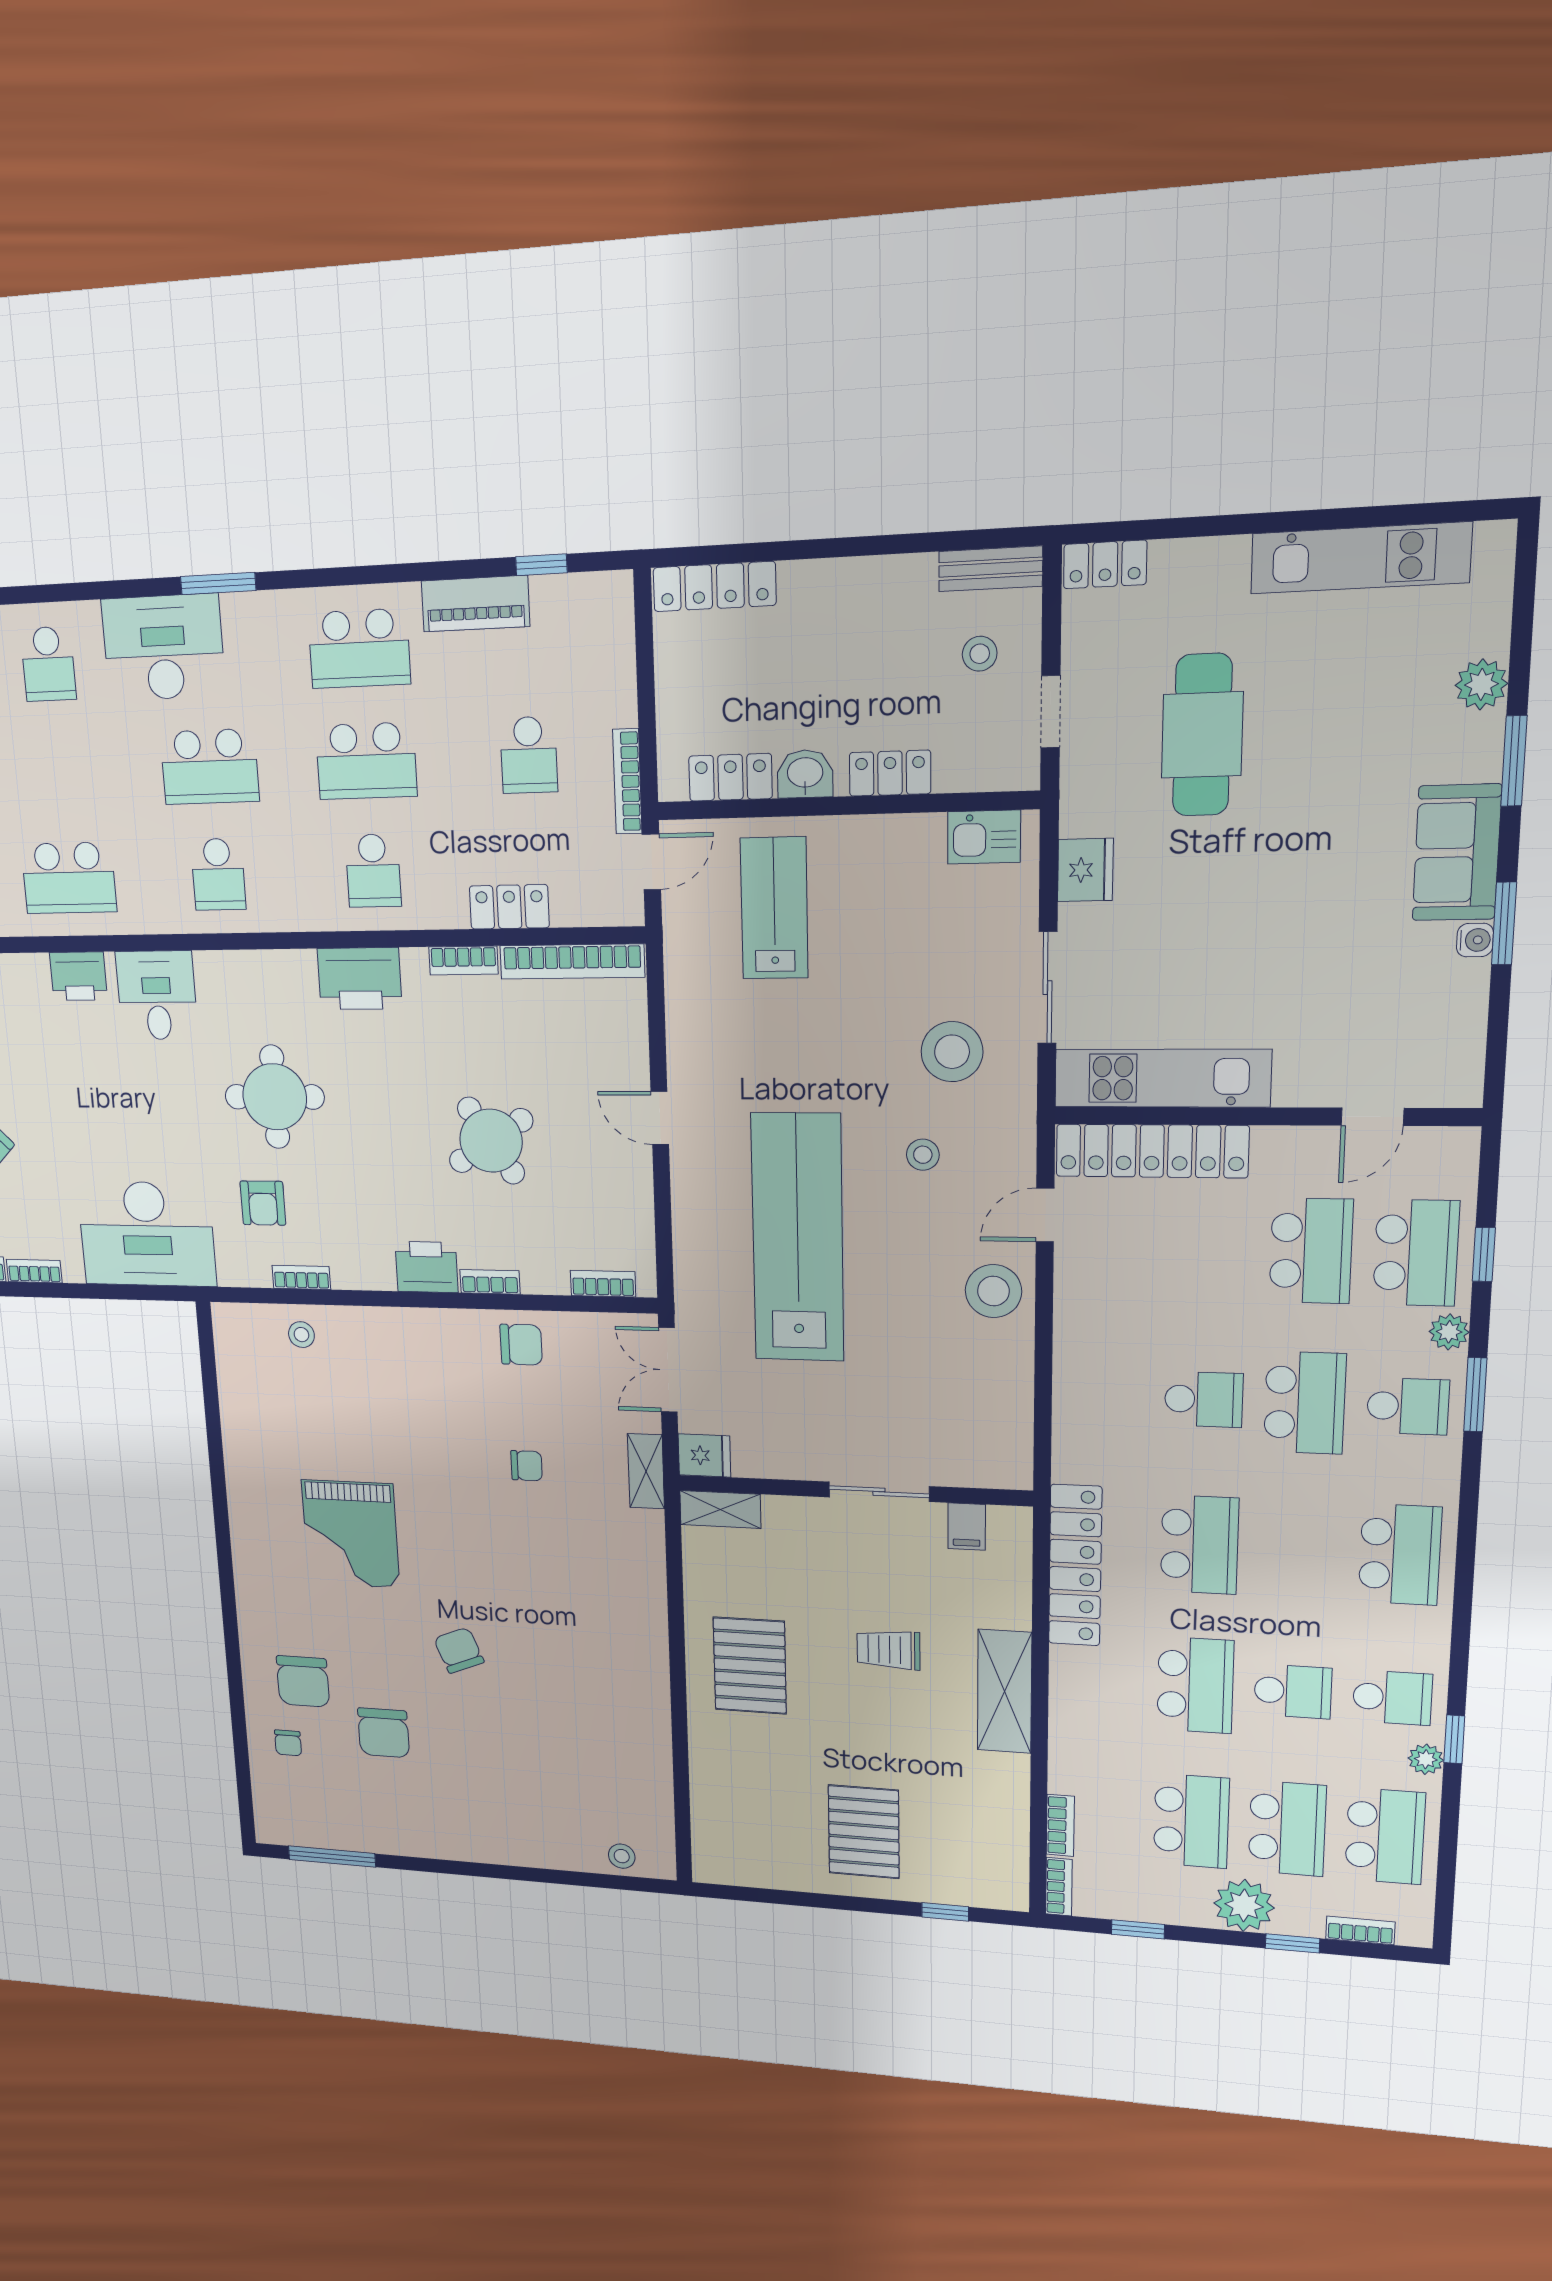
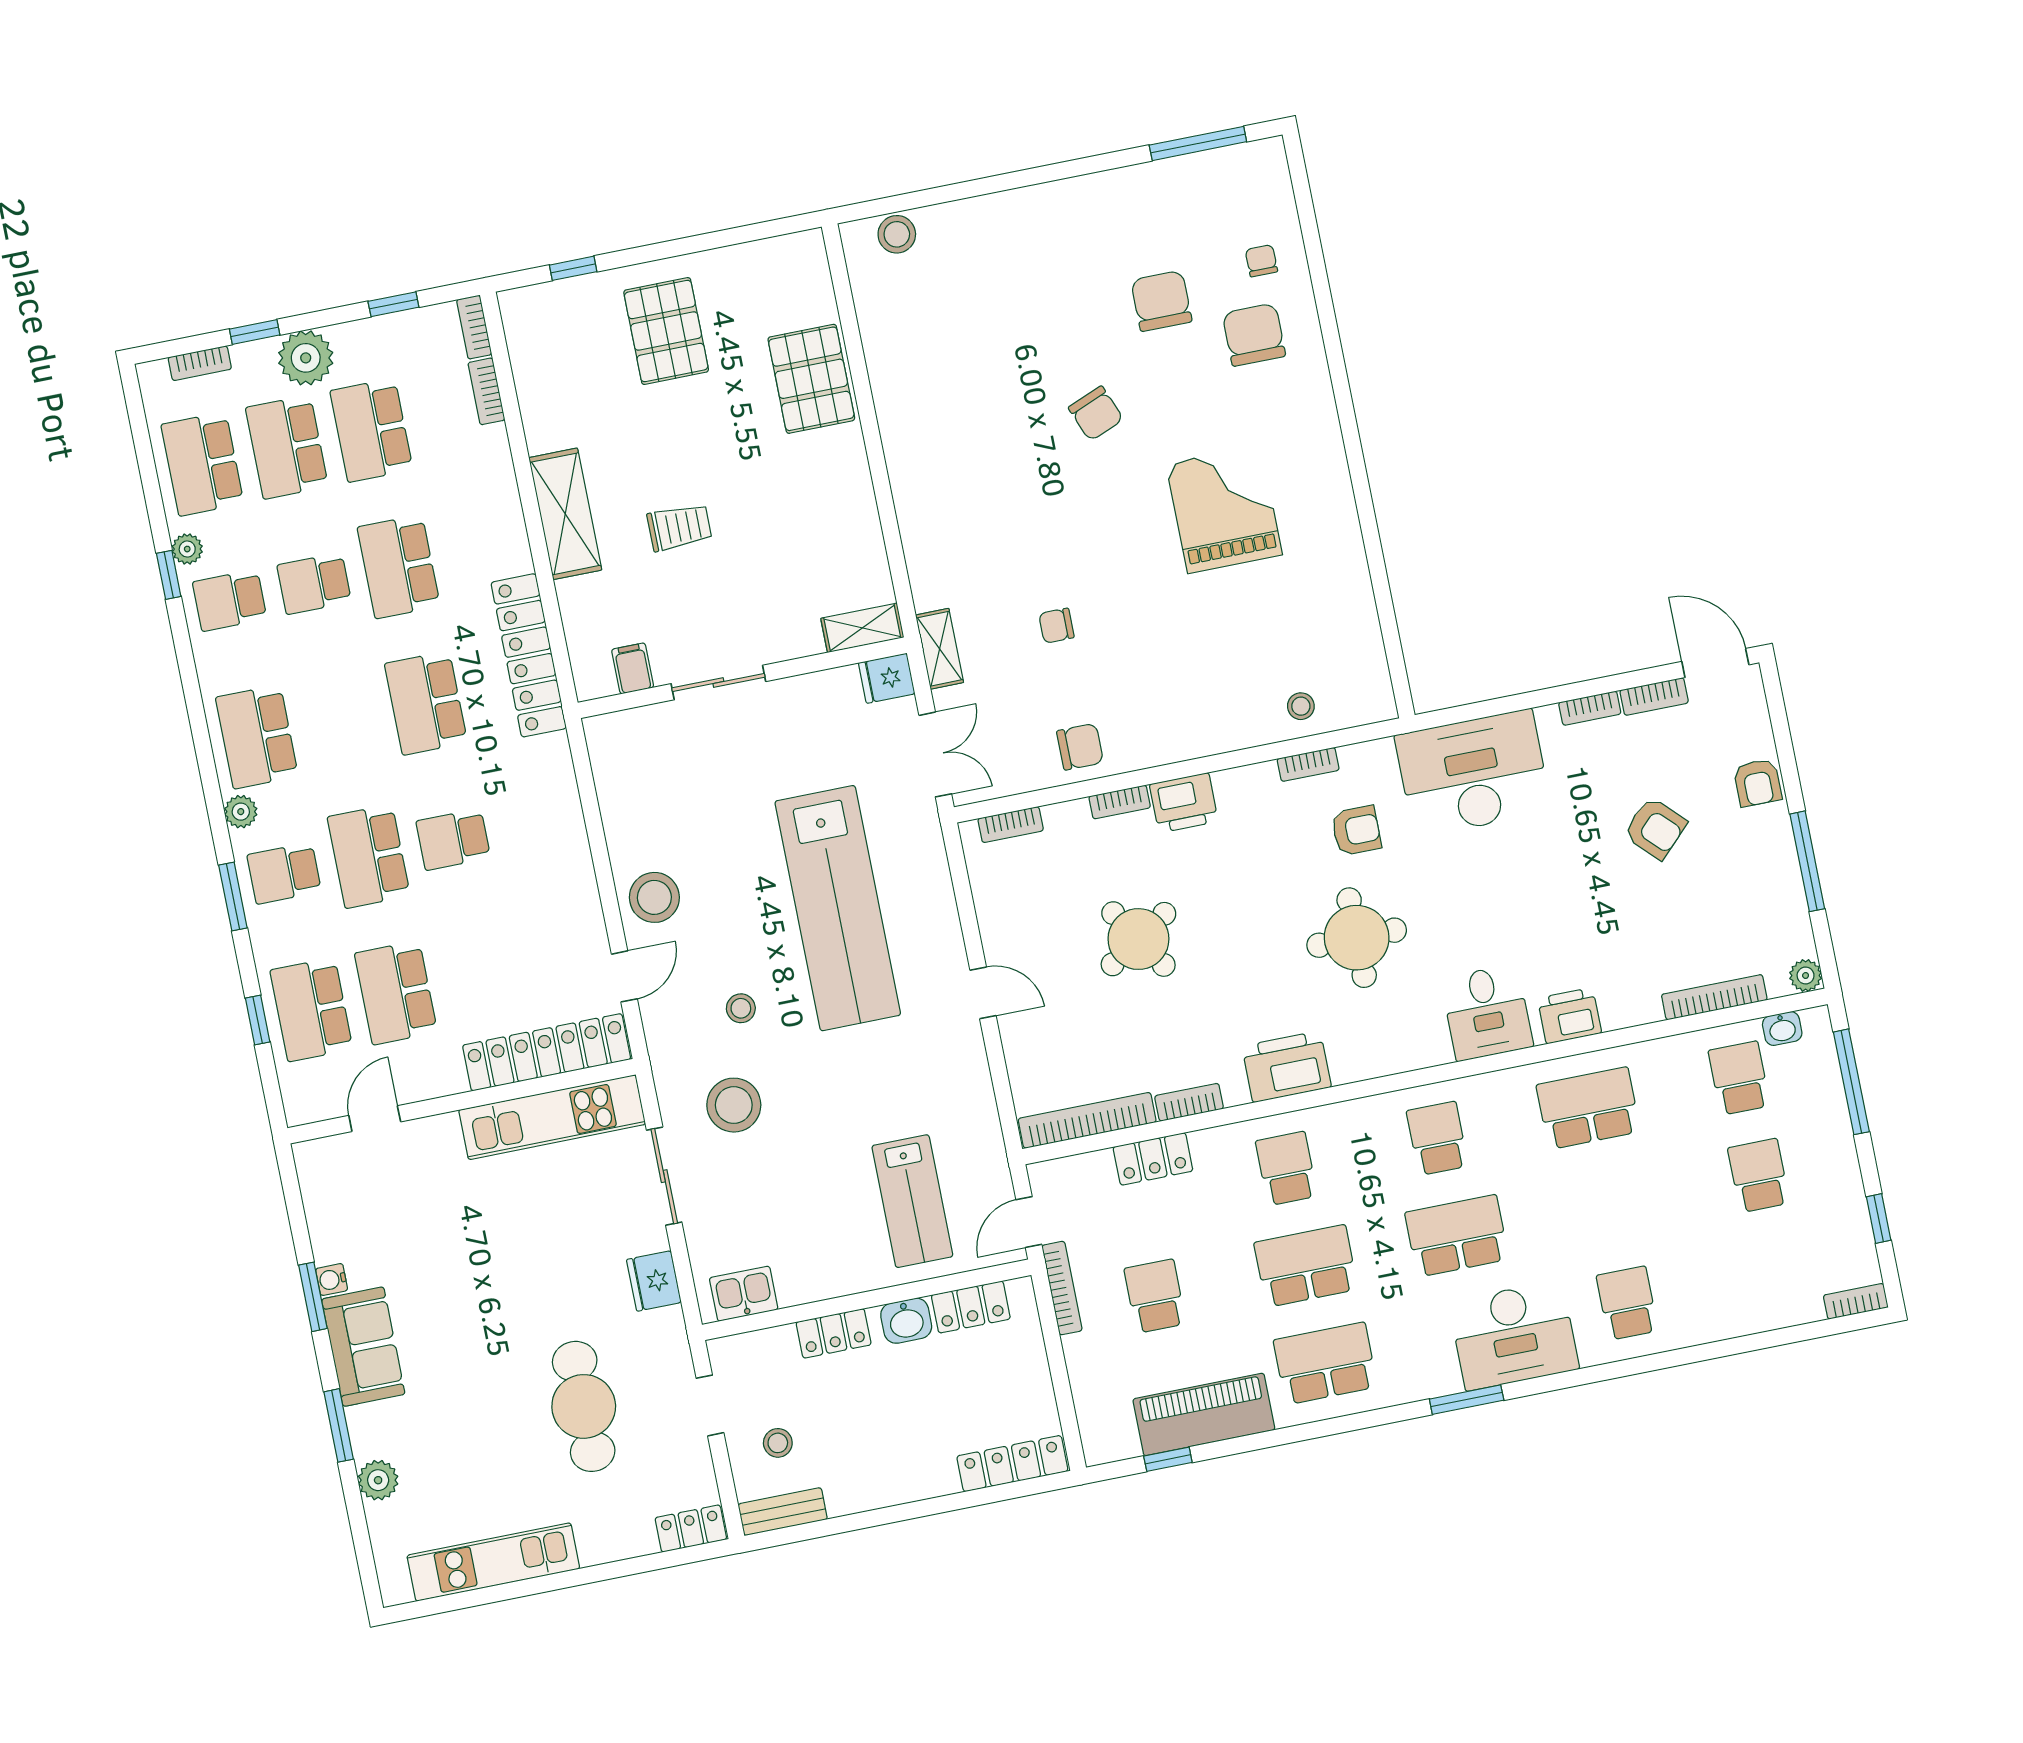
piano: (475, 604) -> (1204, 1414), width x1.37, depth x1.33
armchair: (263, 1203) -> (1356, 831), turned 90
plant: (1449, 1332) -> (241, 812), moved
chair: (521, 1345) -> (1080, 747), turned 180
pallet: (750, 1666) -> (811, 379), moved
stool: (622, 1856) -> (897, 234), width x1.37, depth x1.37

